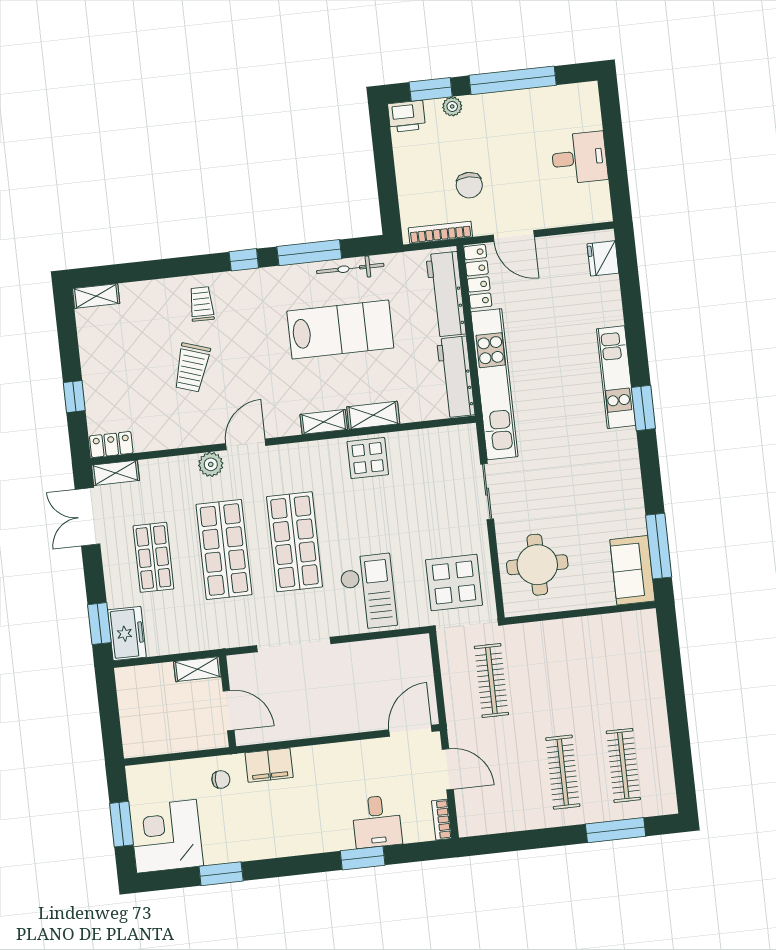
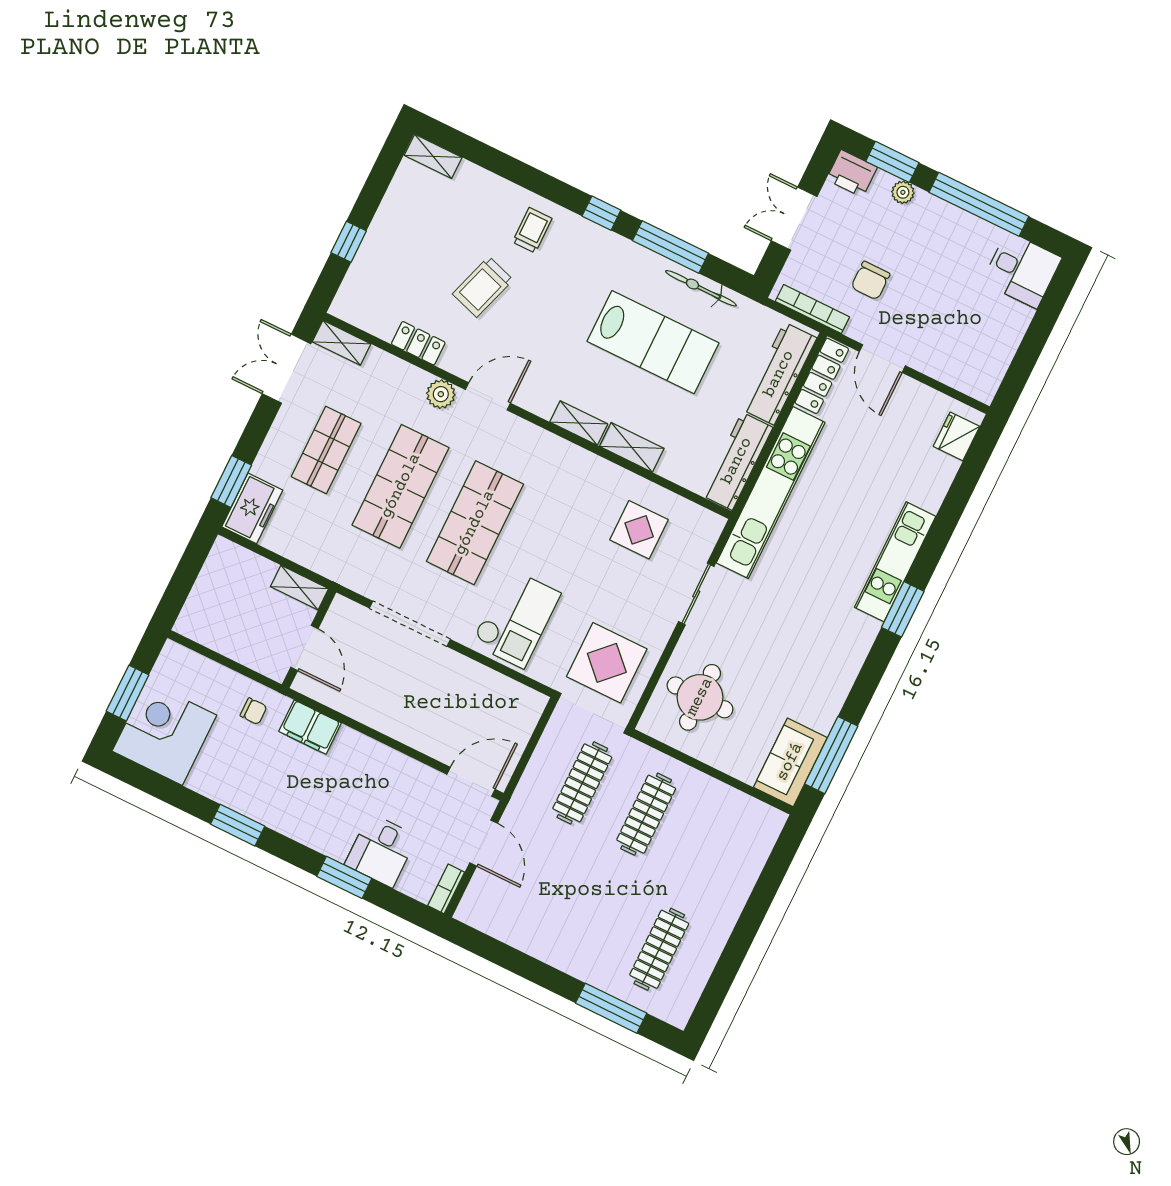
desk: (579, 158) -> (1022, 270), moved
double door: (386, 175) -> (794, 219), added
locker: (111, 445) -> (418, 343), moved
display table: (368, 458) -> (639, 530), moved
clothes rail: (563, 772) -> (646, 814), moved
window: (221, 874) -> (238, 825), moved

